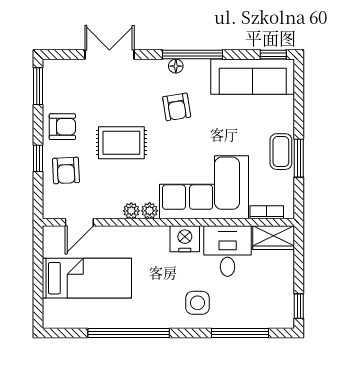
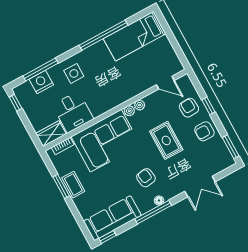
rug: (121, 143) -> (166, 140), turned 90
door: (79, 222) -> (165, 83), swing flipped
nightstand: (185, 239) -> (41, 82), moved, turned 180
bed: (87, 278) -> (135, 36), moved

